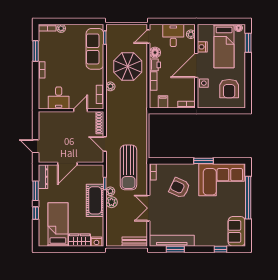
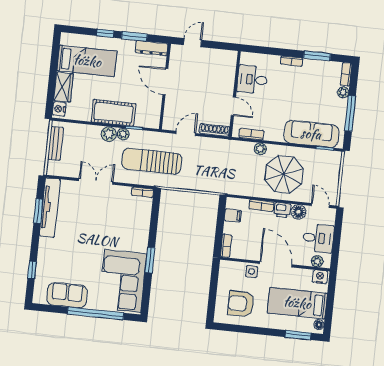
window: (76, 21) -> (350, 113), added
nightstand: (202, 47) -> (320, 277), moved
armchair: (179, 188) -> (118, 225), removed
sofa: (237, 231) -> (67, 295), moved
bench: (135, 242) -> (56, 143), moved

